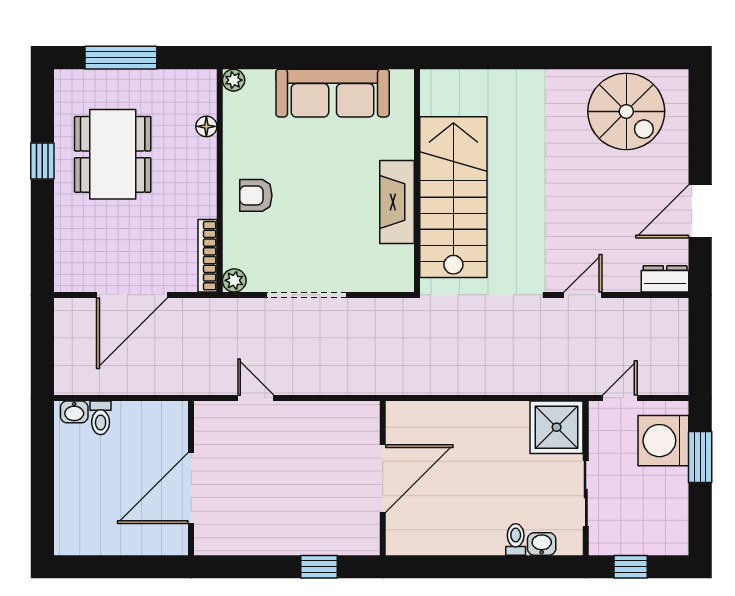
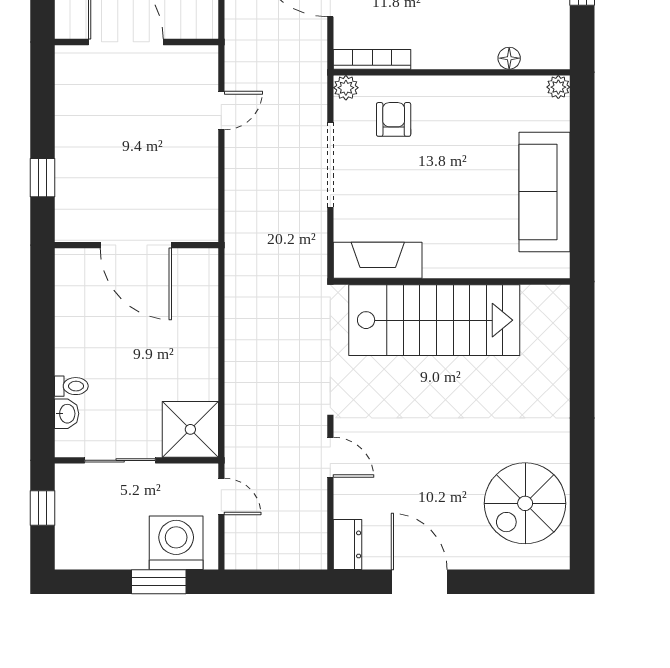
armchair: (256, 195) -> (394, 119), moved
fireplace: (397, 202) -> (378, 260), moved

